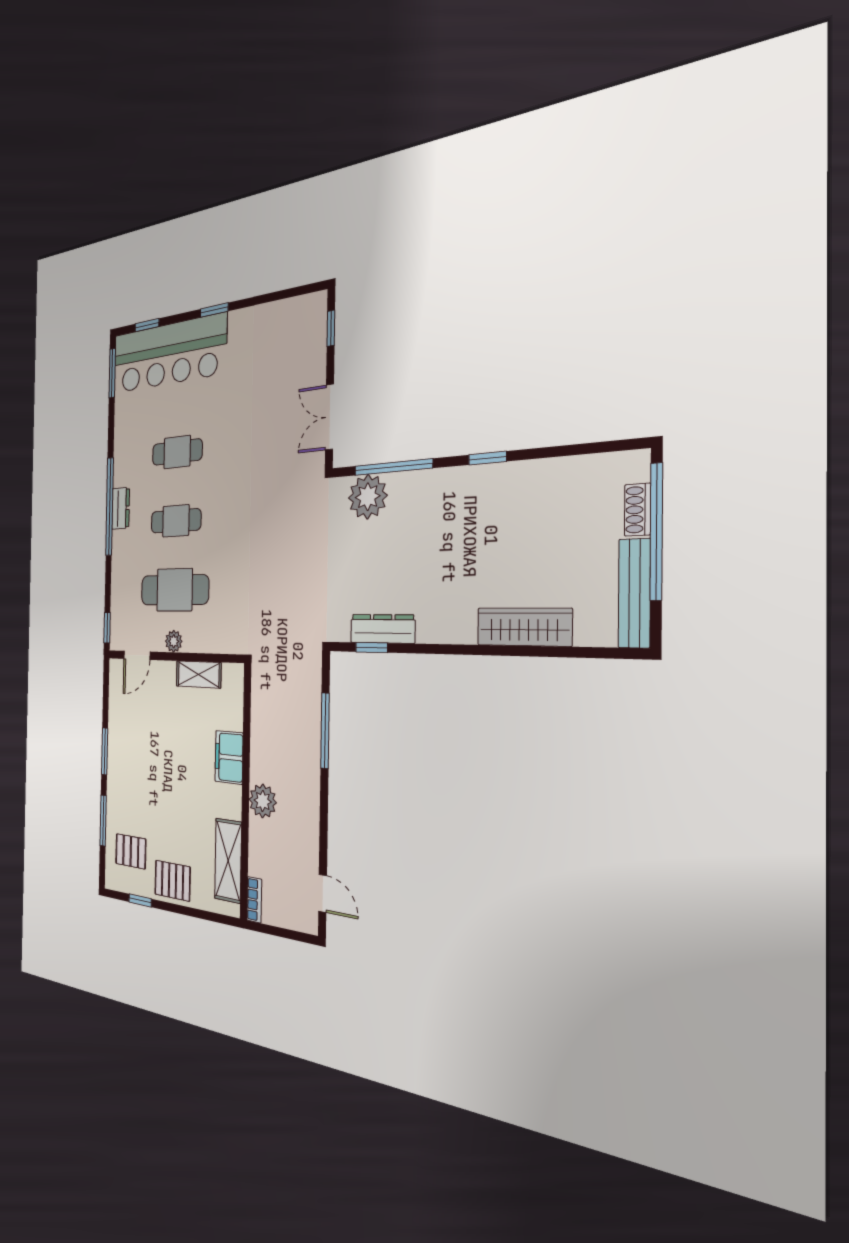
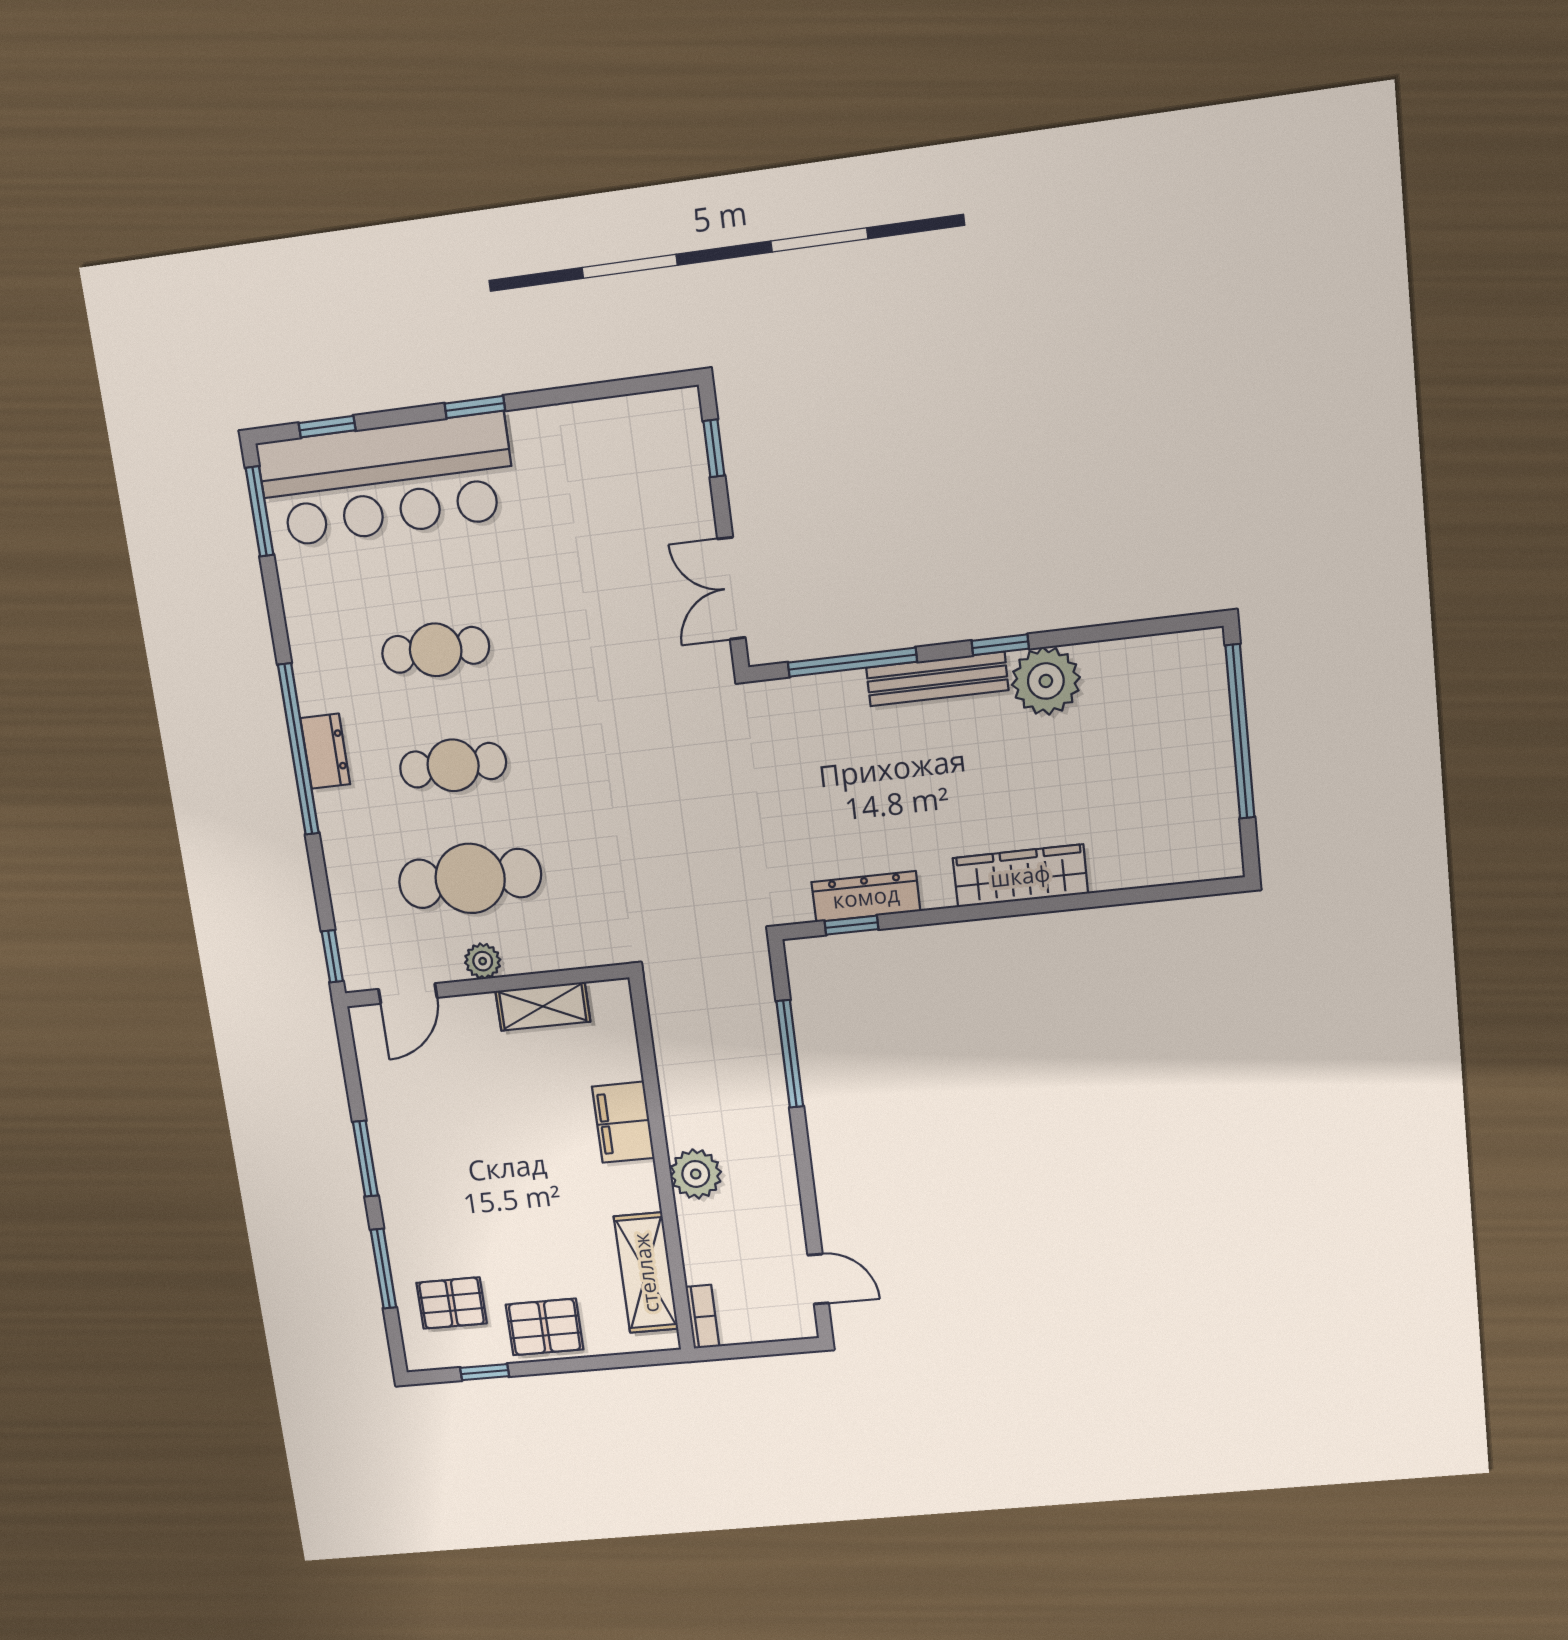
plant: (368, 497) -> (1046, 681), moved
shoe rack: (638, 510) -> (1214, 705), removed
bench: (634, 593) -> (937, 679), moved, turned 90
wardrobe: (524, 627) -> (1020, 876), moved

